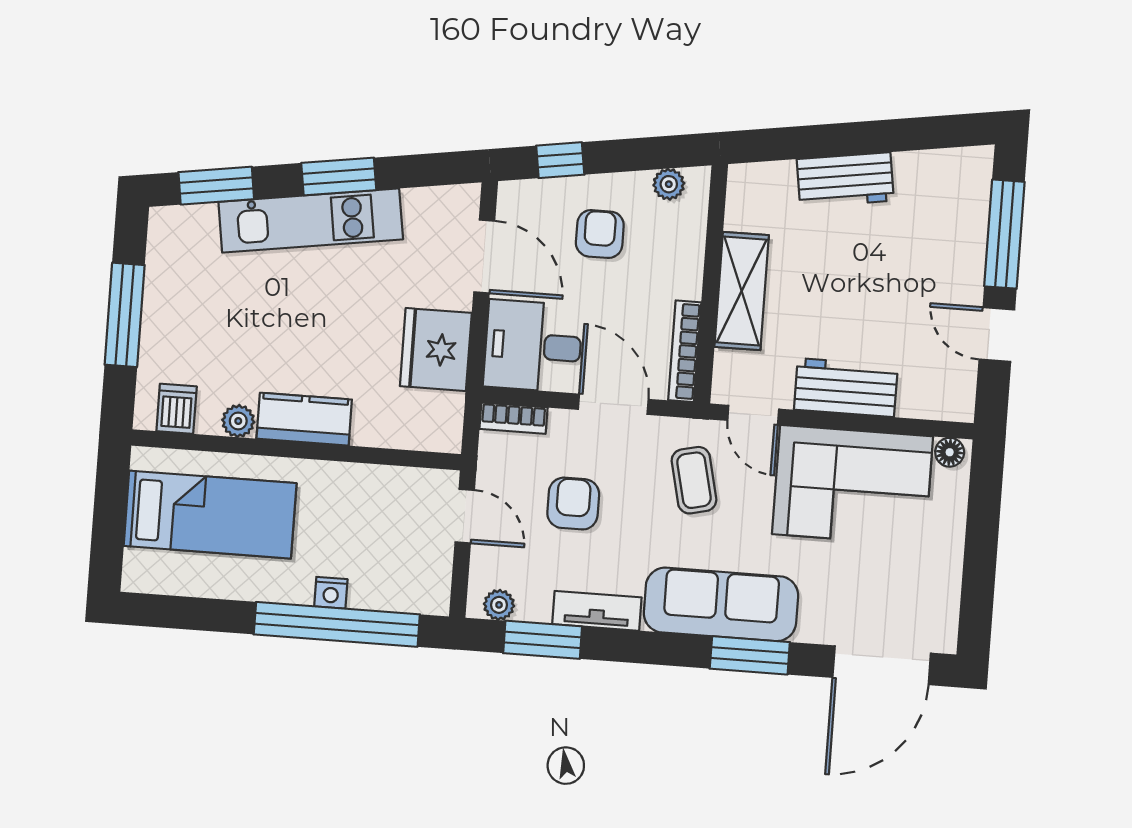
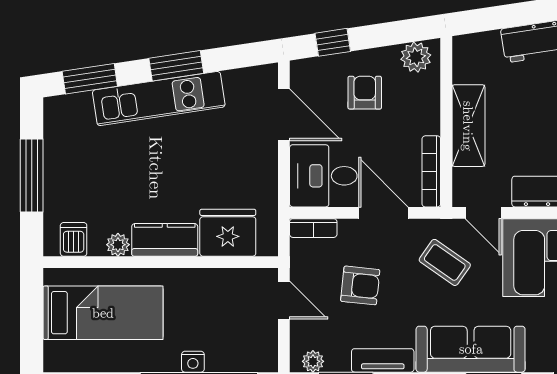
plant: (669, 184) -> (416, 57), width x1.38, depth x1.38
fridge: (436, 350) -> (228, 233), moved, turned 90
coffee table: (694, 480) -> (445, 262), turned -42
armchair: (573, 504) -> (360, 285), turned 96

